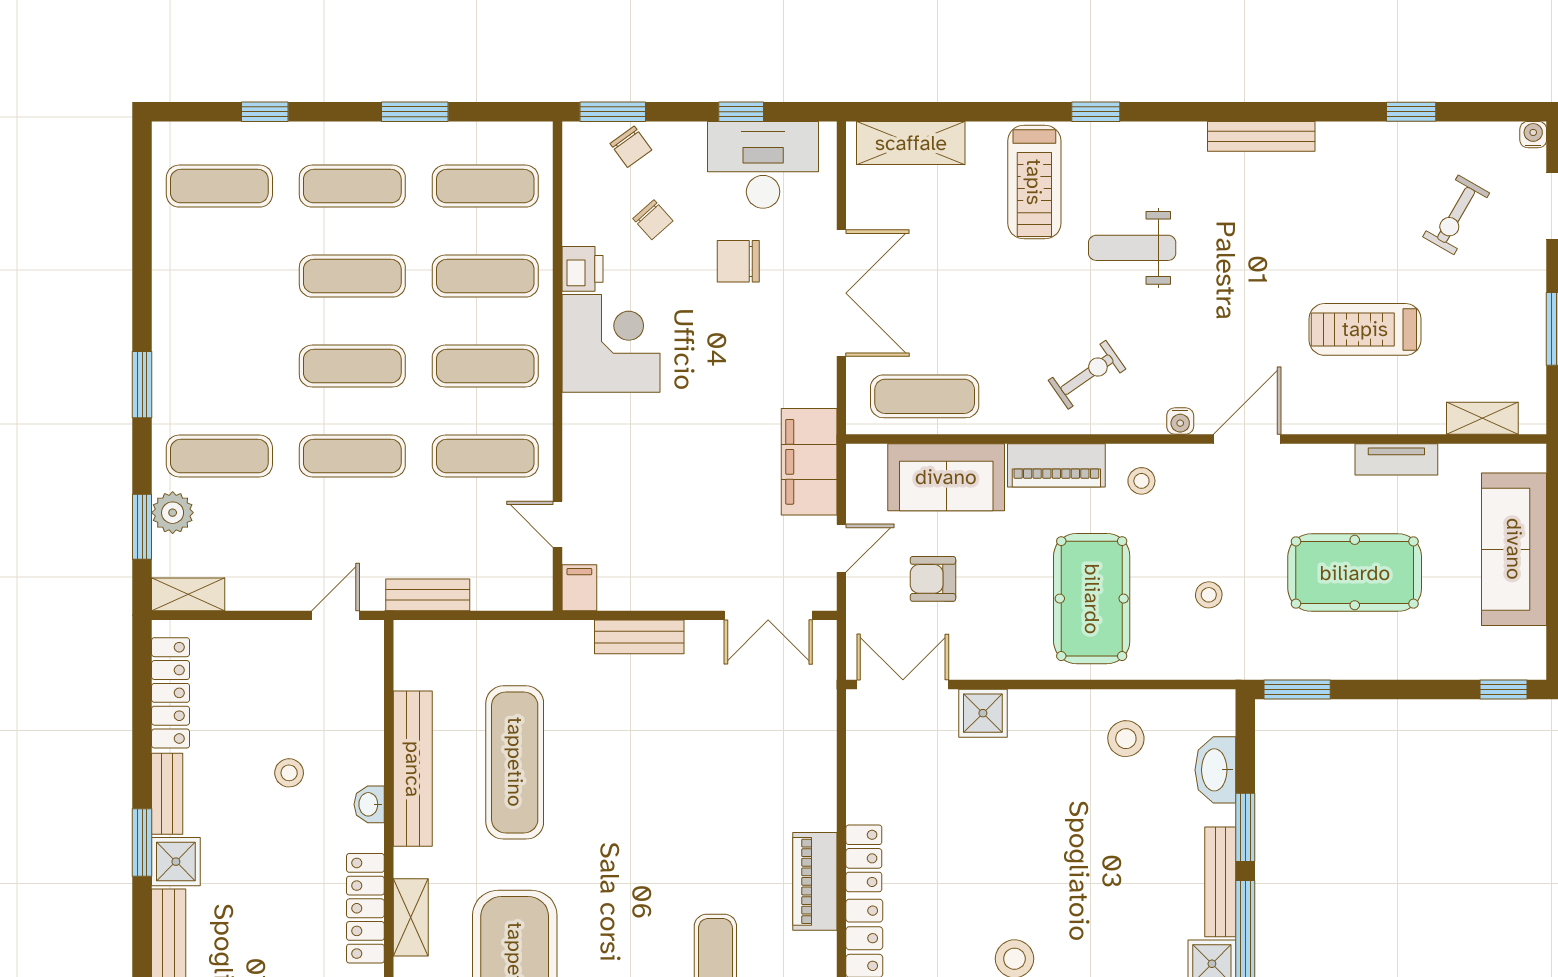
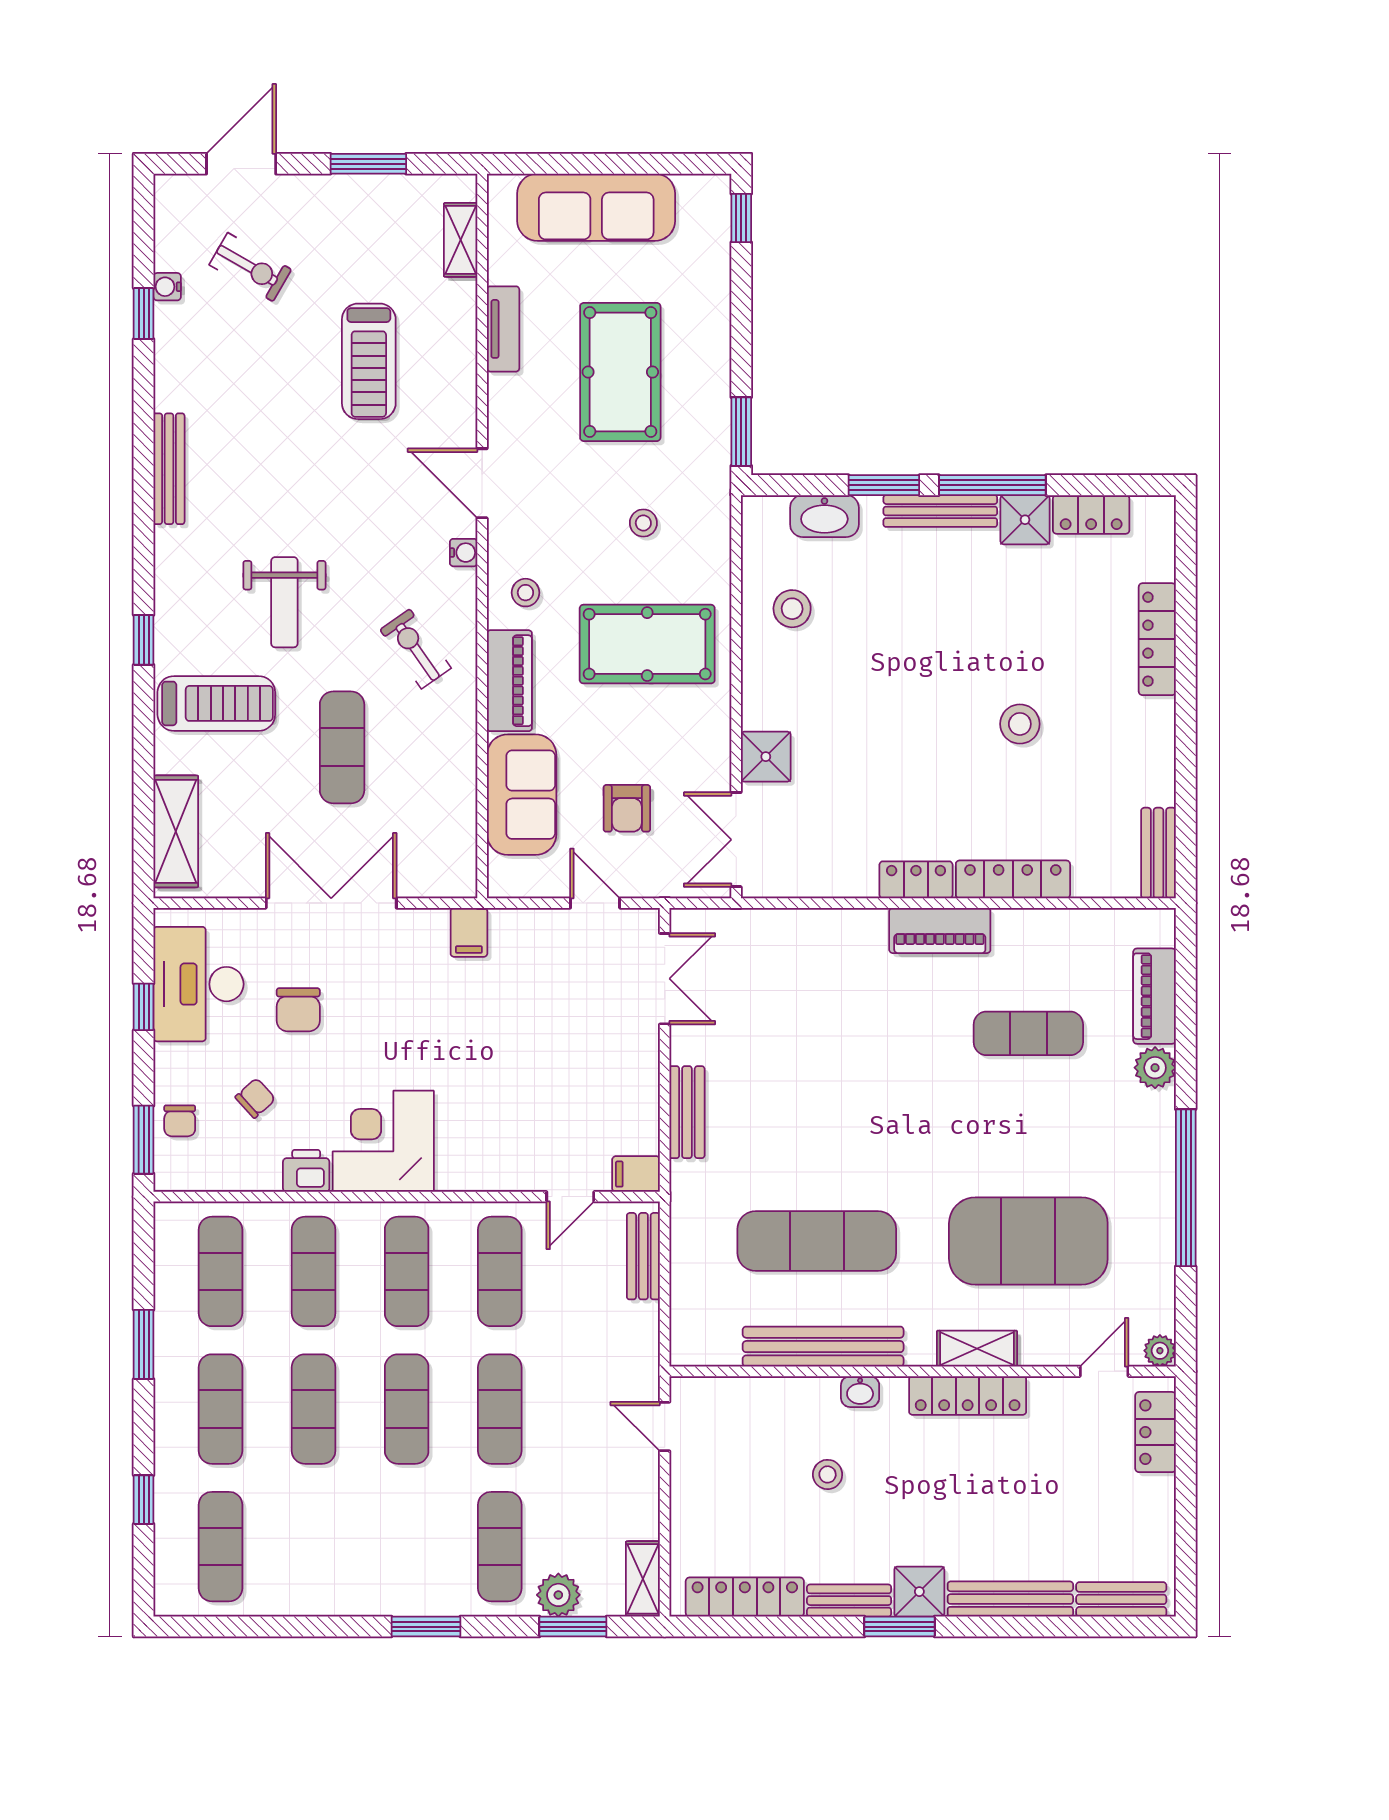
water cooler: (1533, 135) -> (167, 287), moved
chair: (631, 147) -> (180, 1121), turned 126
exercise mat: (925, 396) -> (342, 747), moved
filing cabinet: (809, 462) -> (469, 932), width x0.33, depth x0.86
bench: (428, 595) -> (643, 1256), moved

